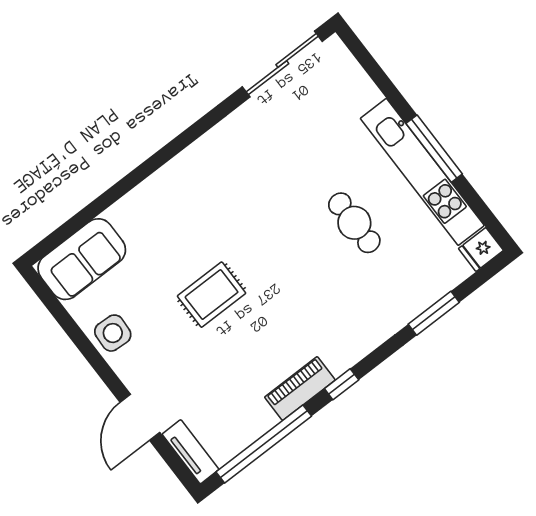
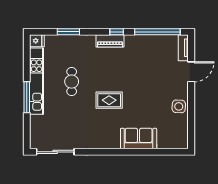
window: (434, 149) -> (27, 97), moved
sofa: (82, 259) -> (139, 138), moved
rug: (212, 295) -> (109, 100), moved
piano: (300, 389) -> (110, 41), moved

